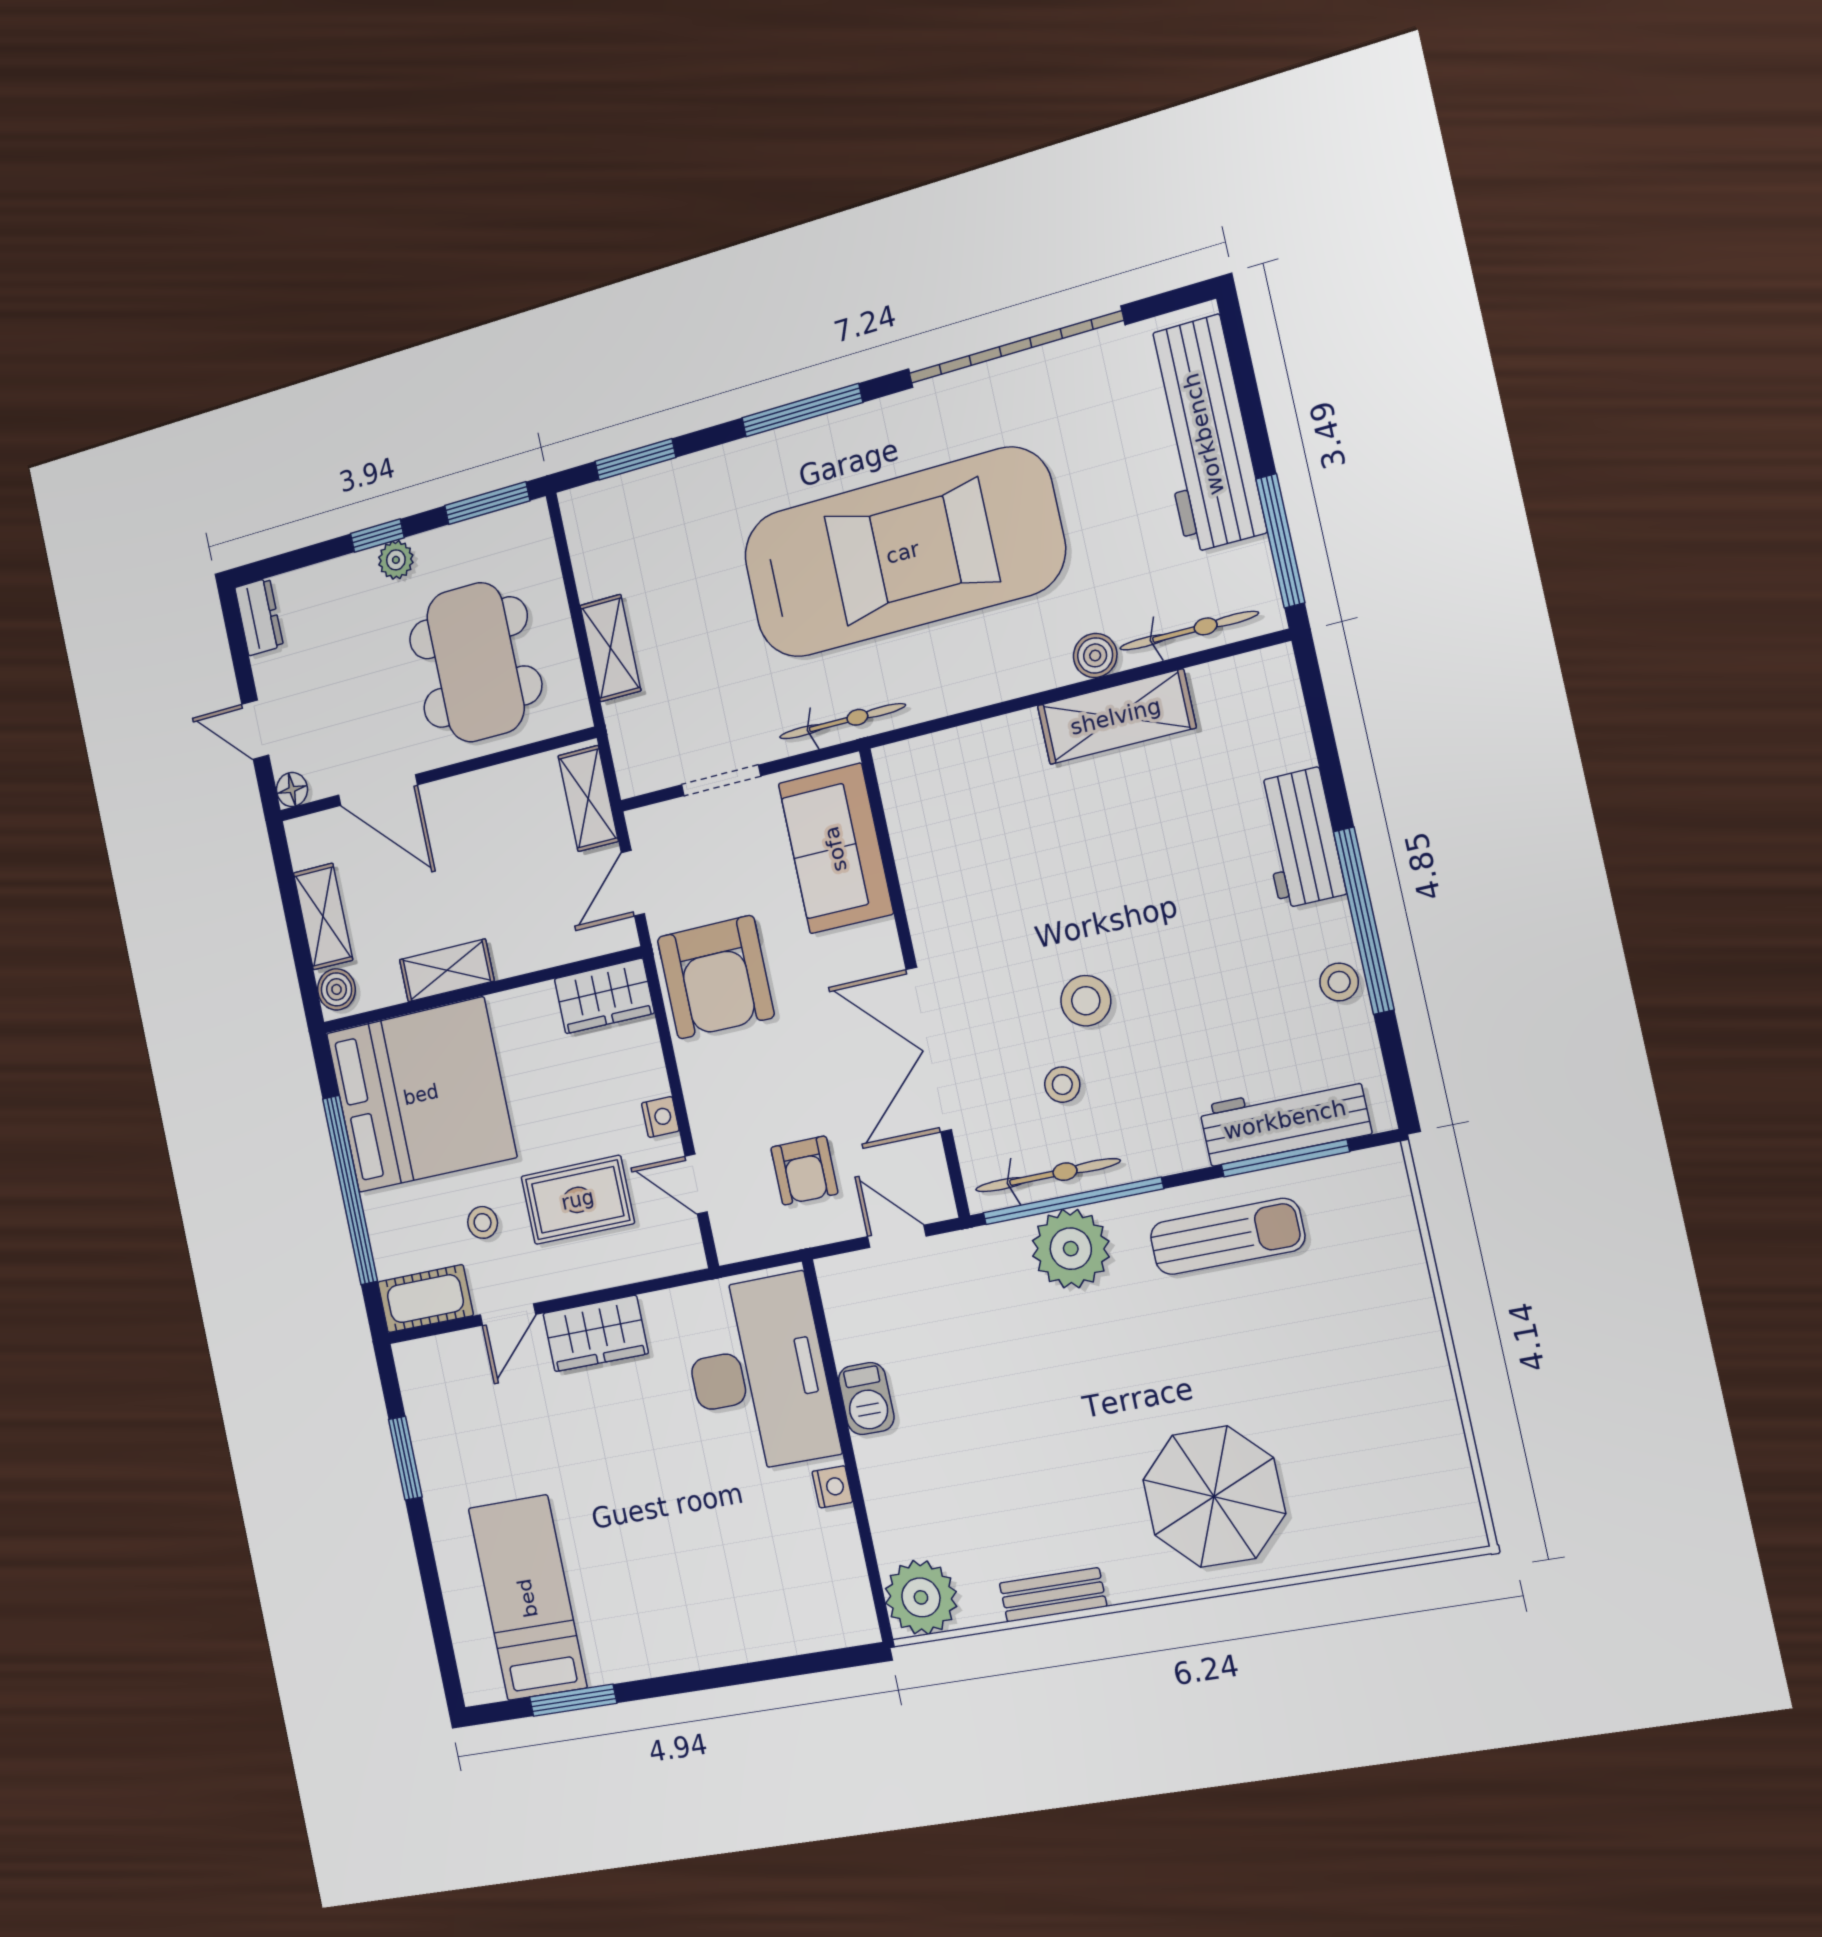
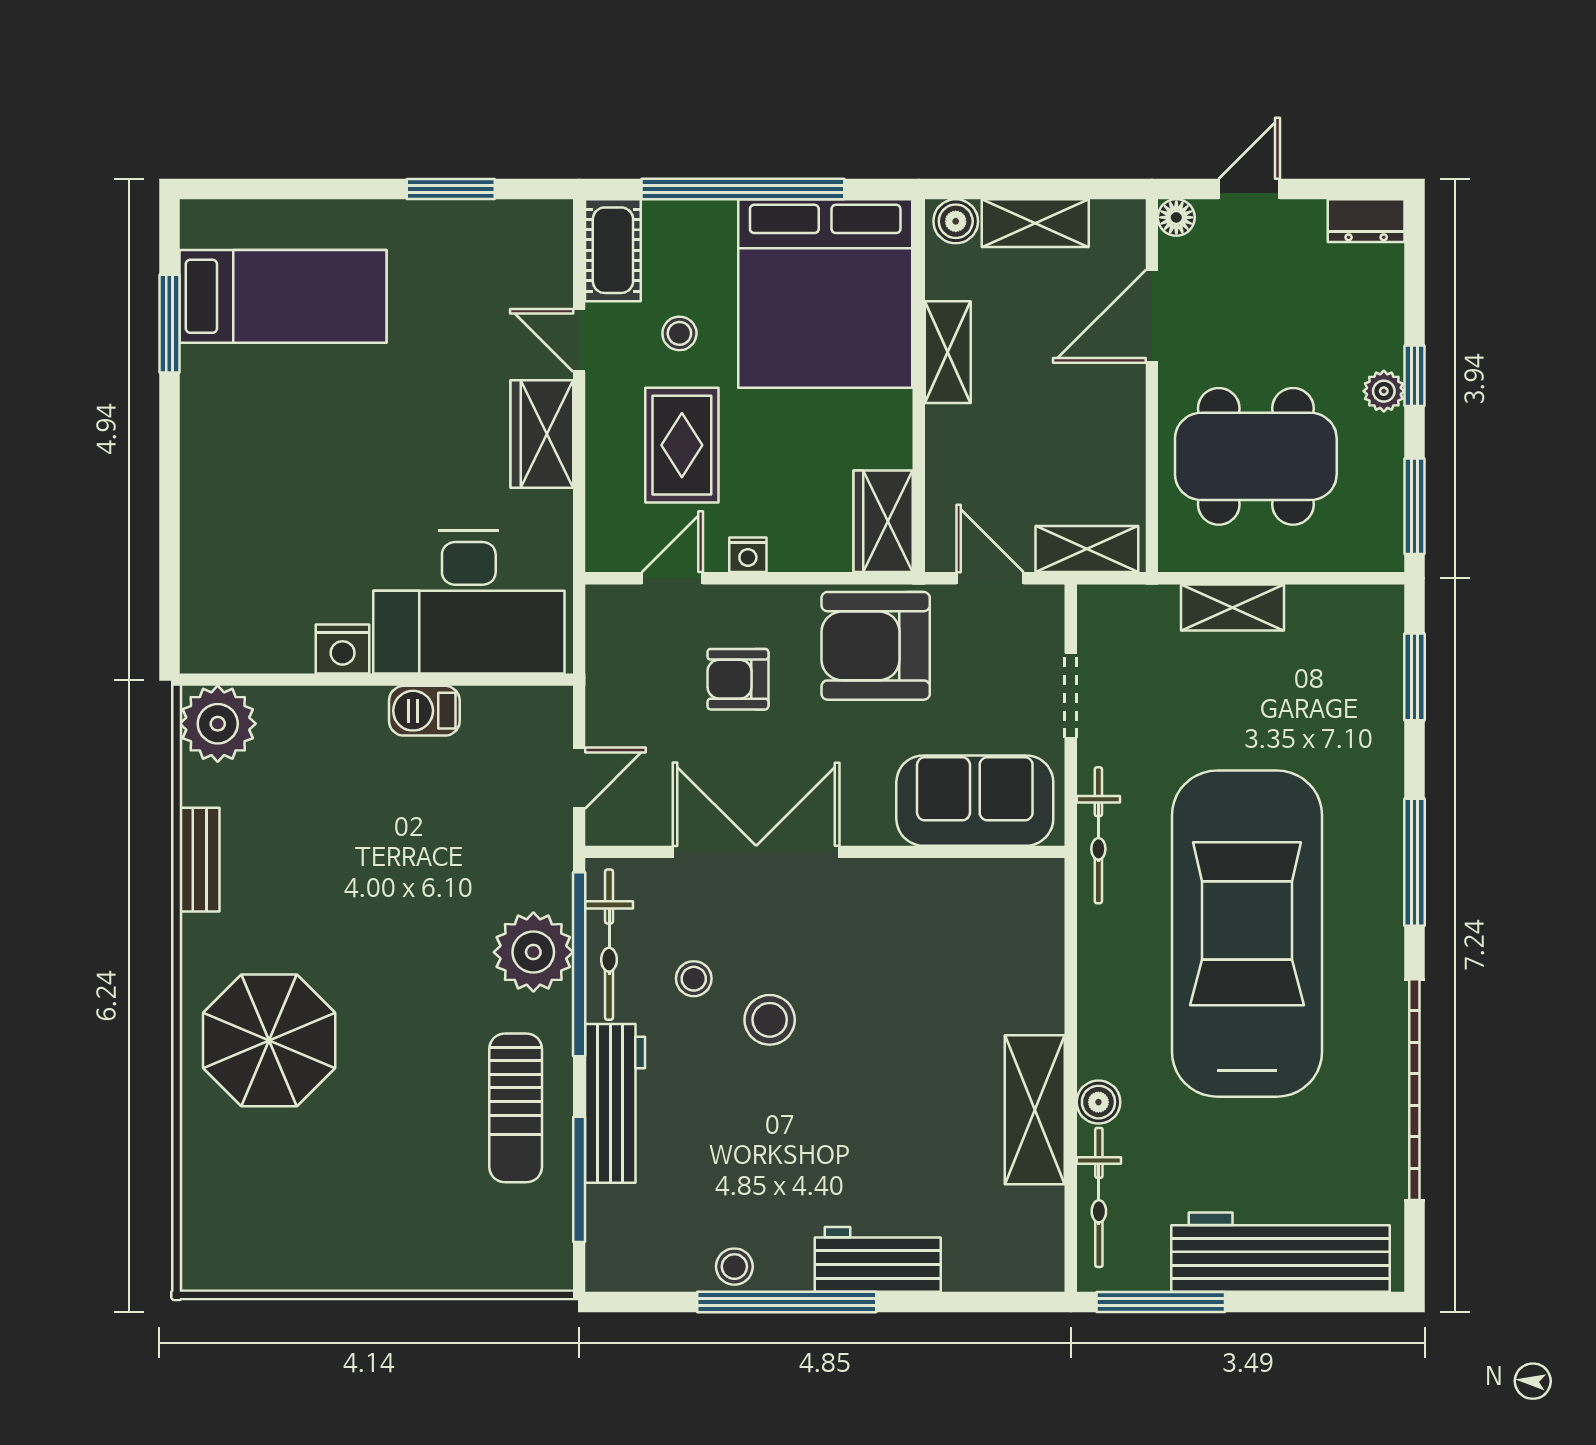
car: (903, 553) -> (1247, 934), turned 180
workbench: (1285, 1120) -> (615, 1103), moved
armchair: (804, 1171) -> (738, 679), moved
nightstand: (832, 1487) -> (343, 649), width x1.39, depth x1.35

